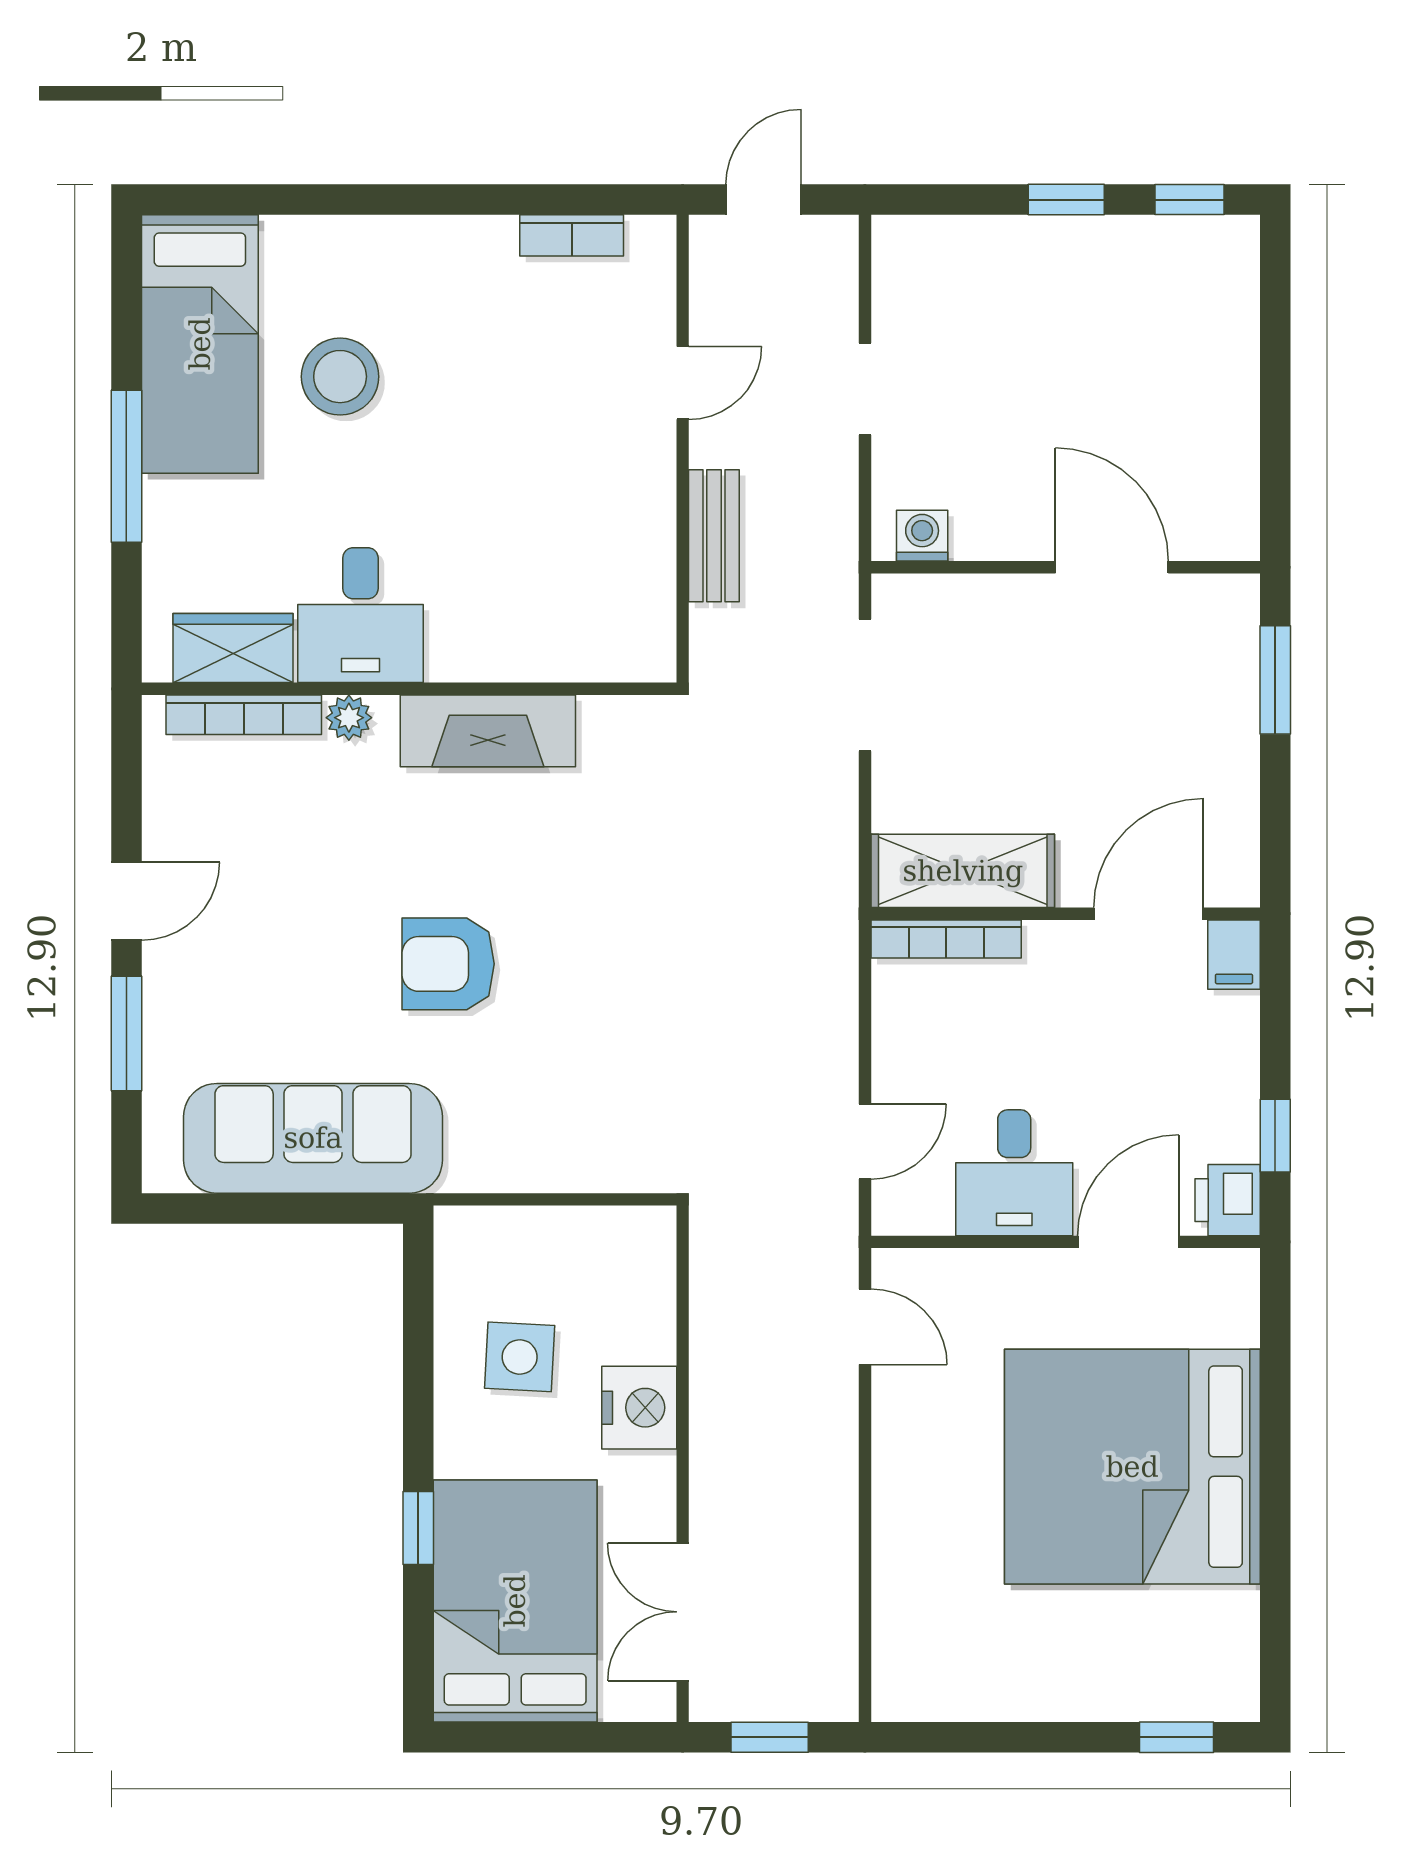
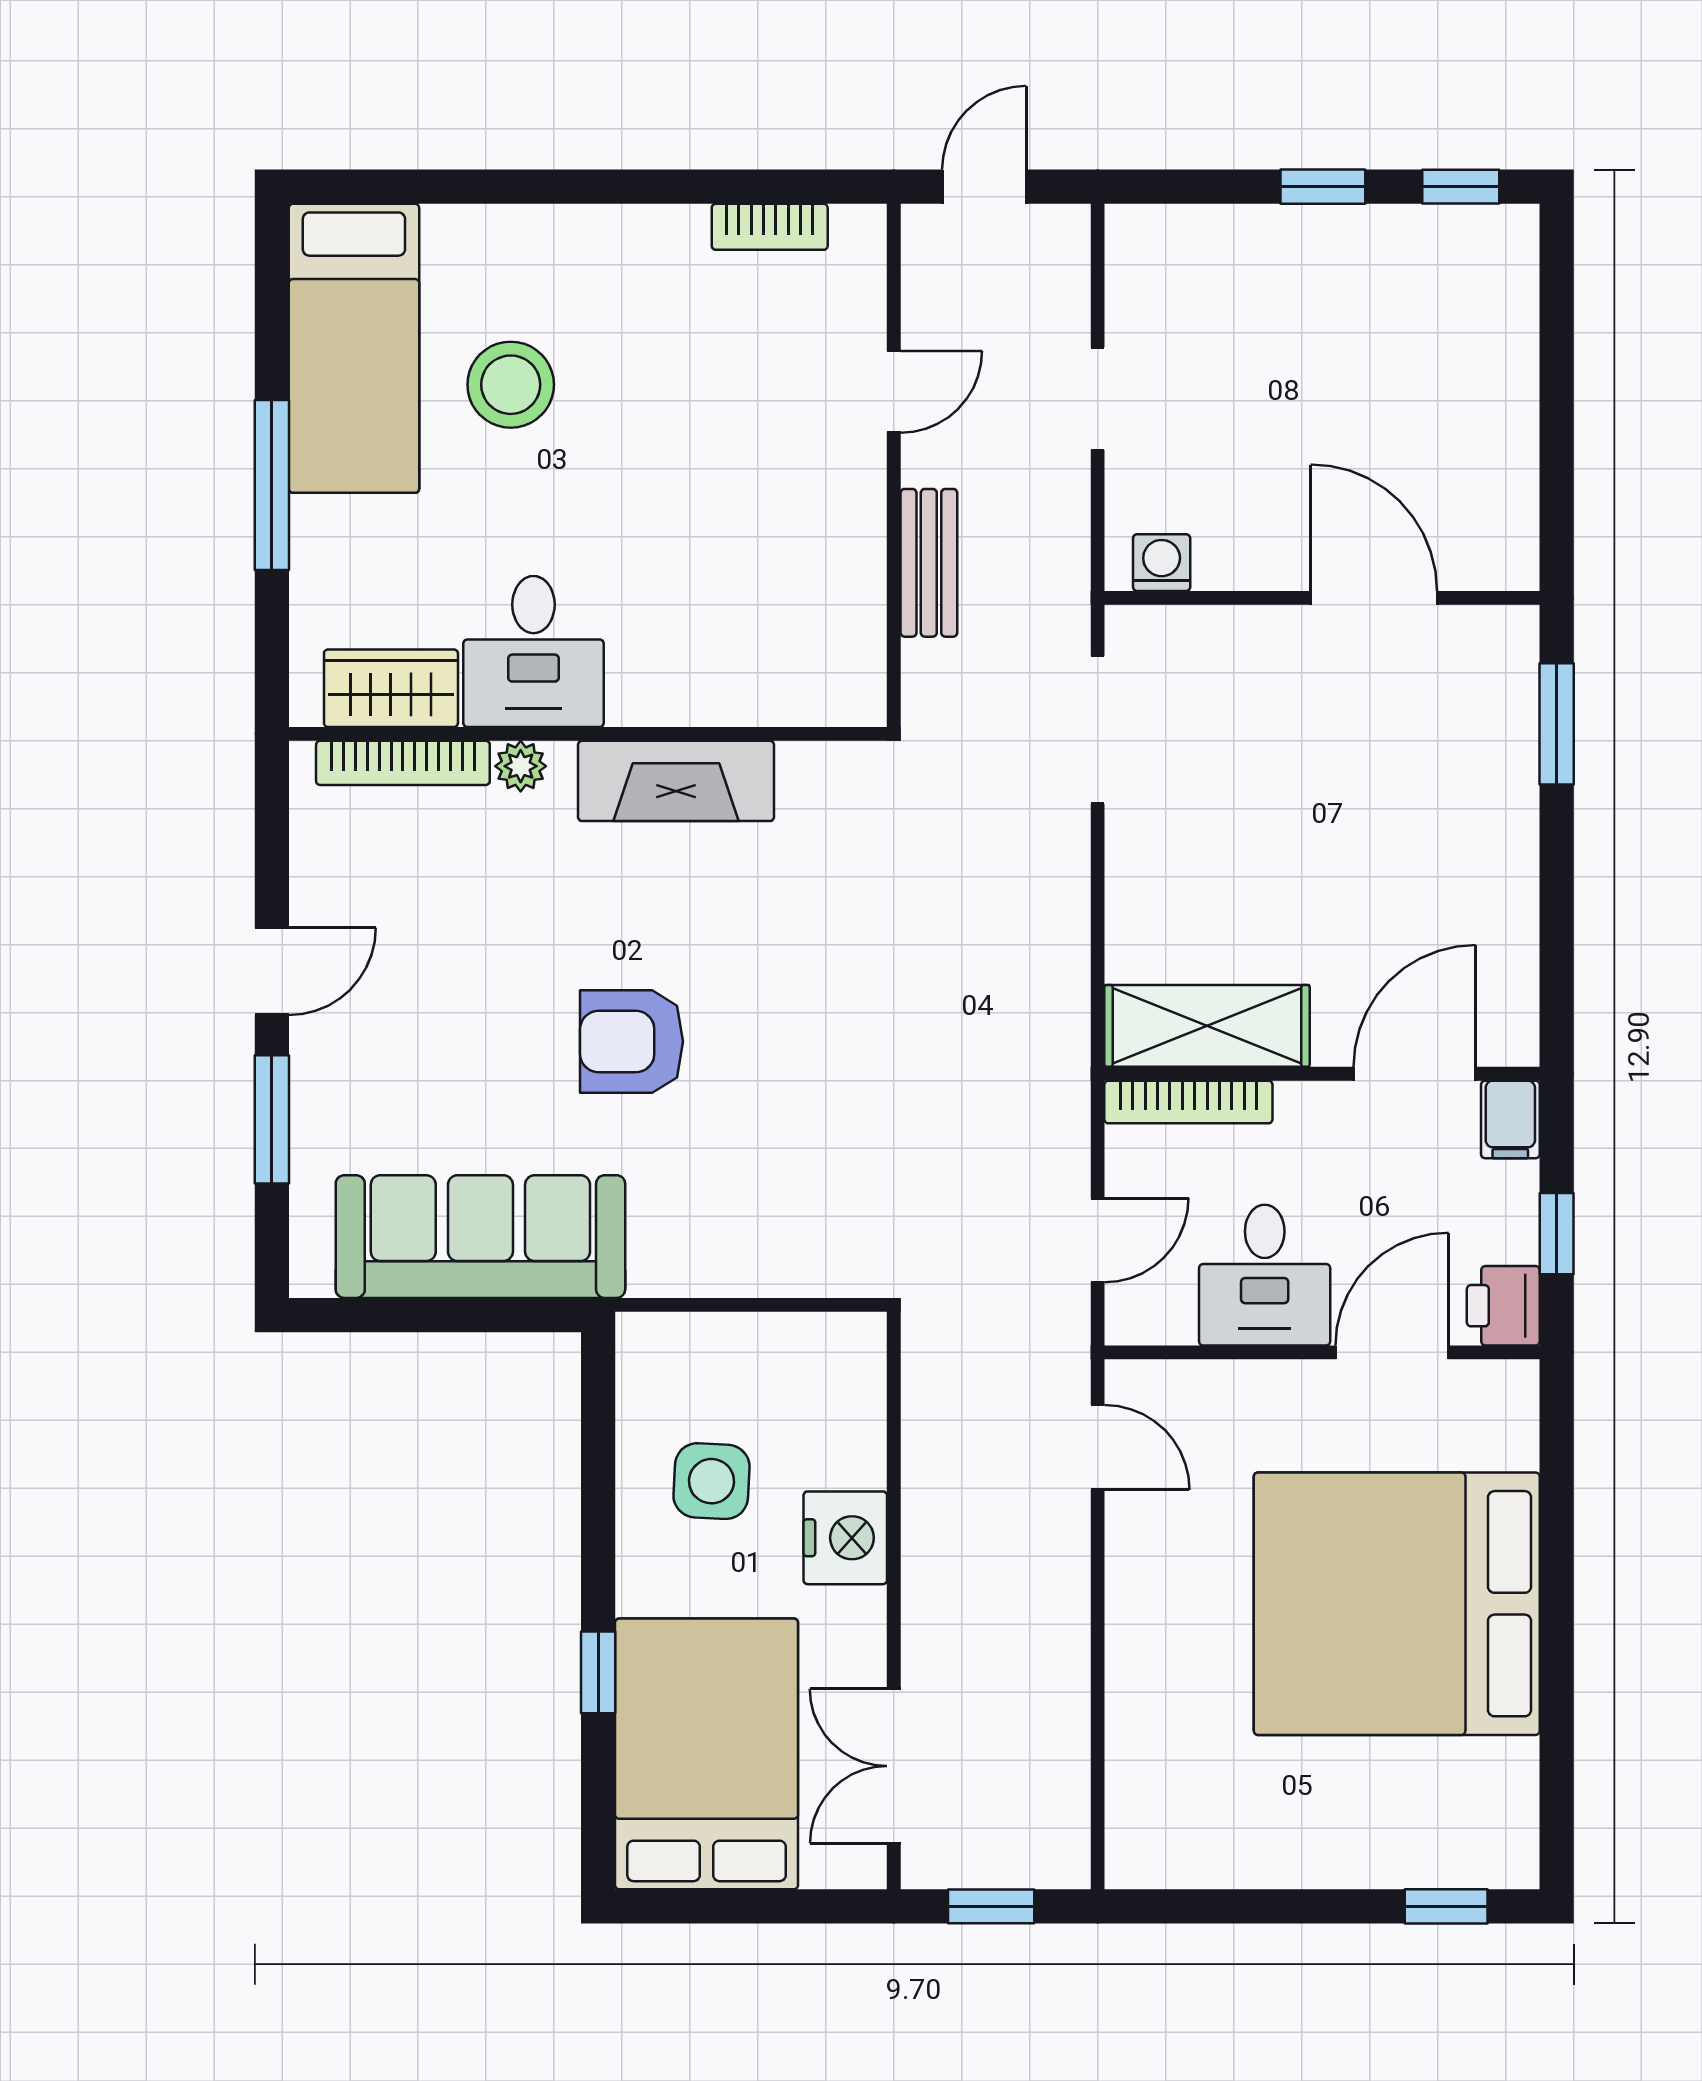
shelving: (963, 871) -> (1207, 1026), moved
wall: (1066, 914) -> (1322, 1074), moved
door: (1148, 914) -> (1415, 1074), moved
bookcase: (946, 939) -> (1188, 1102), moved
filing cabinet: (1234, 955) -> (1510, 1119), moved

